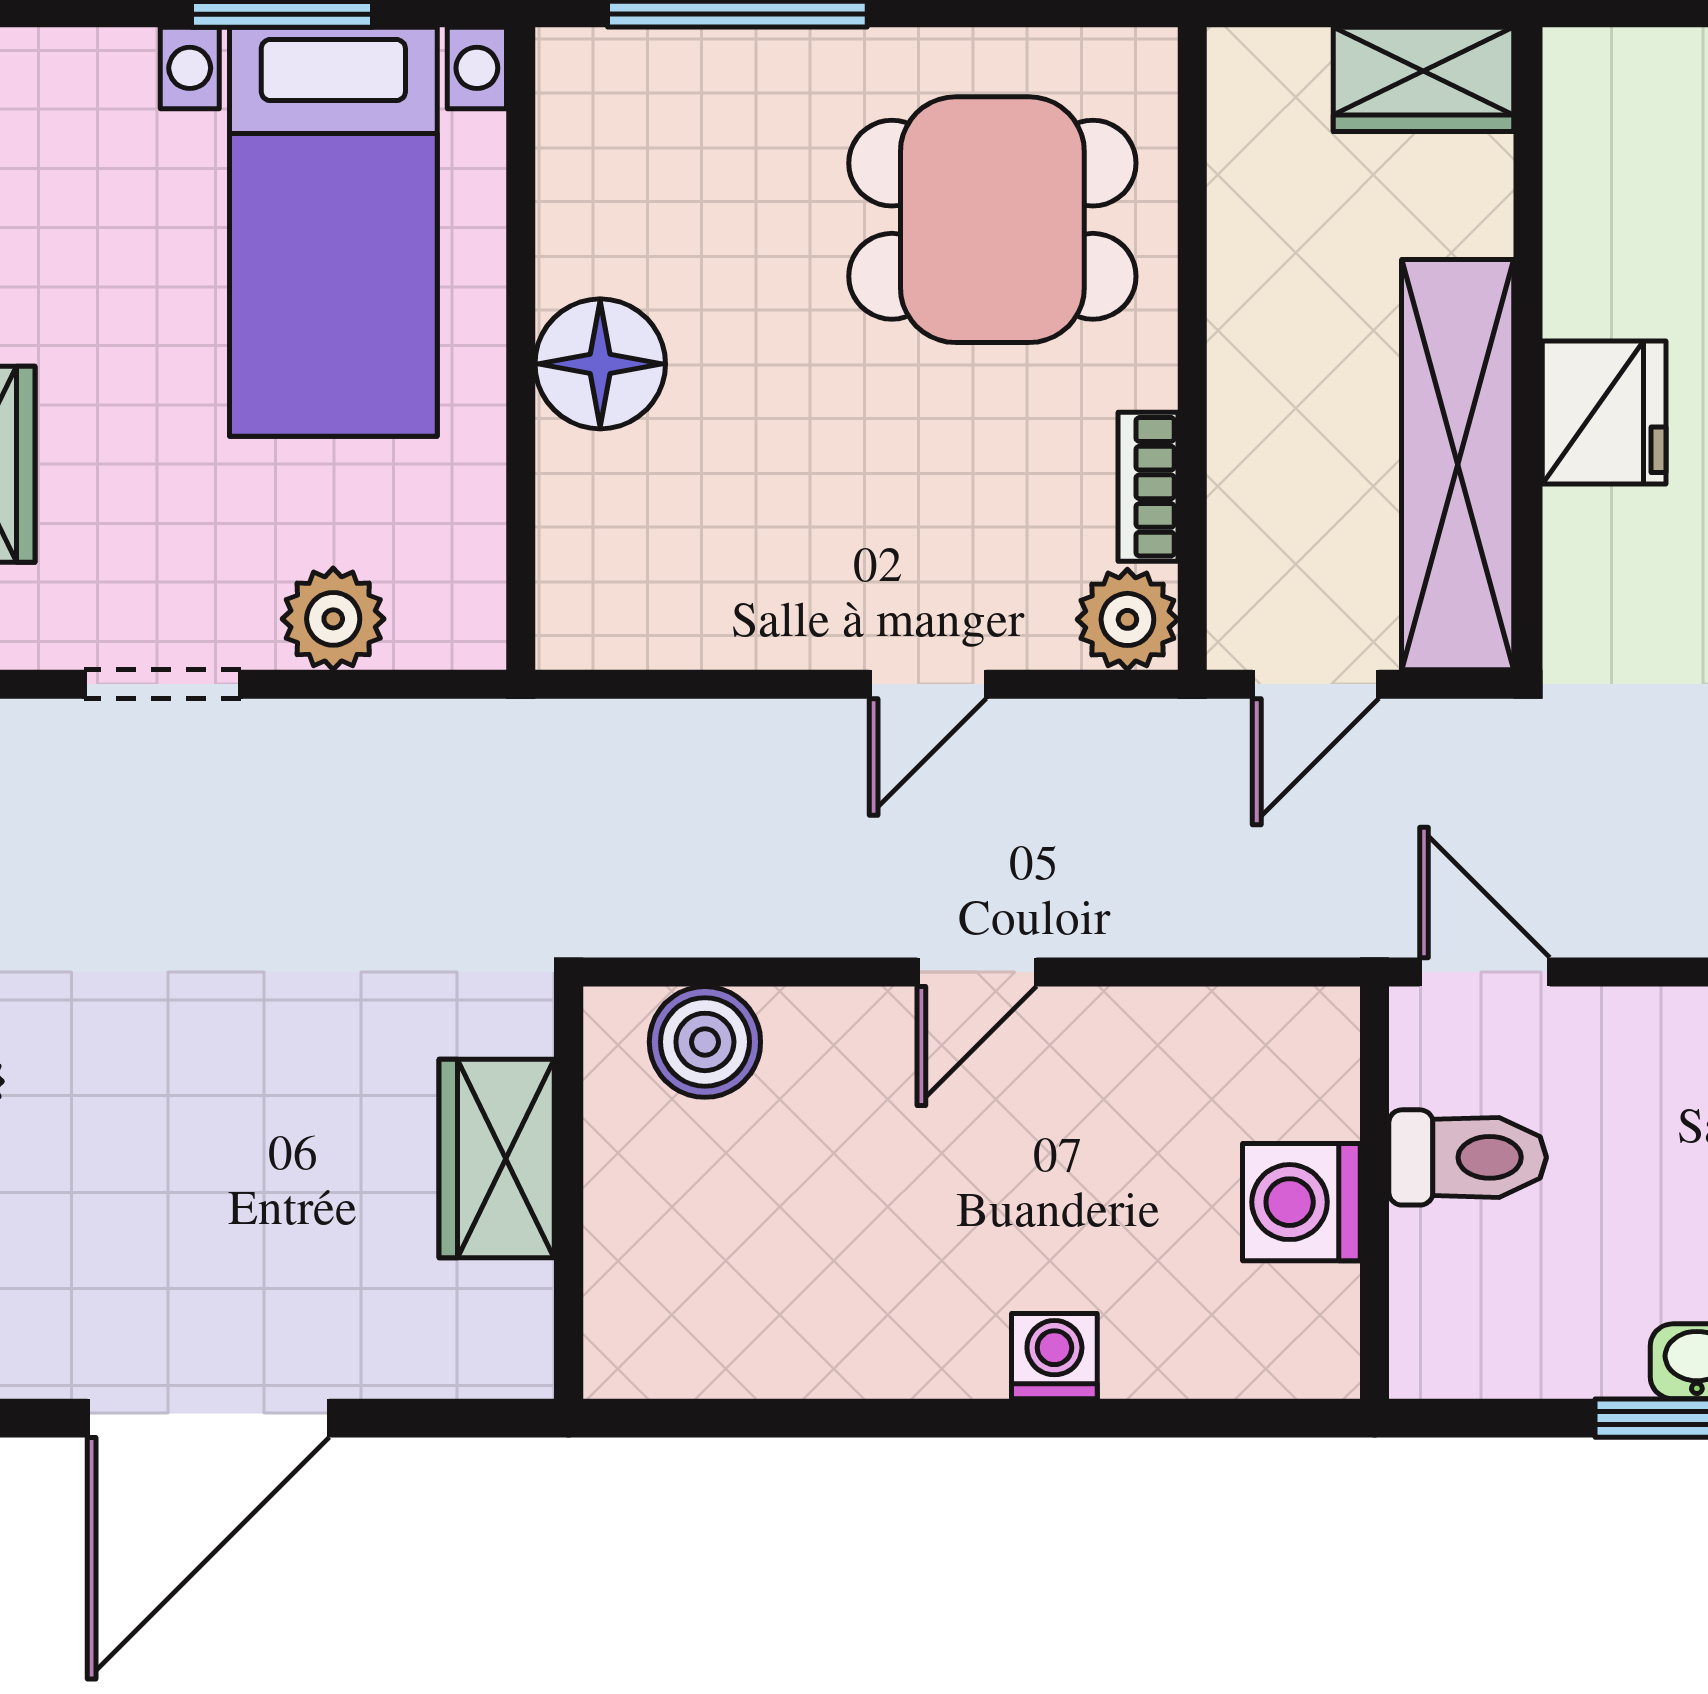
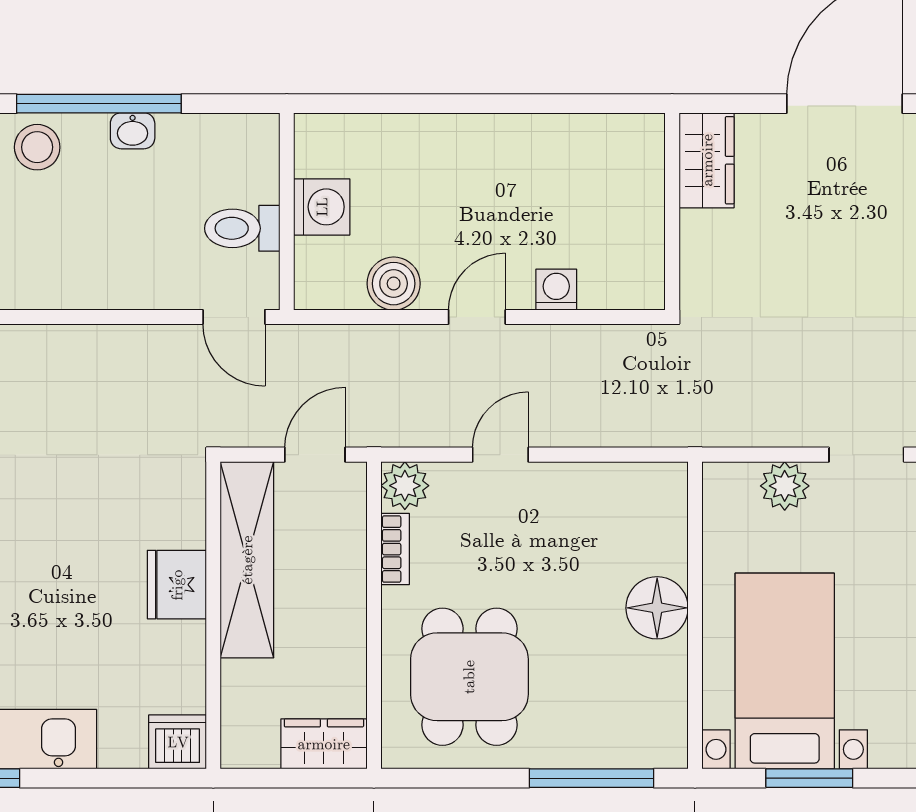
wardrobe: (1424, 79) -> (324, 744), moved
dishwasher: (1603, 83) -> (178, 742), added
dining table: (992, 220) -> (469, 677), turned 90
boiler: (705, 1042) -> (394, 284), moved
wardrobe: (497, 1159) -> (707, 160), moved
washing machine: (1054, 1356) -> (556, 290), moved, turned 180

